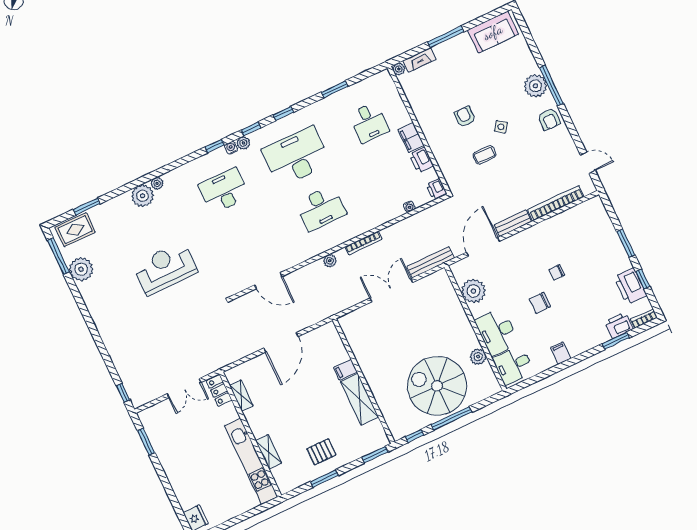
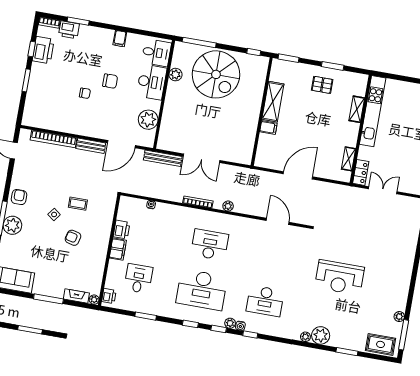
armchair: (465, 117) -> (73, 238), turned 104
printer: (436, 189) -> (109, 296), moved
window: (87, 207) -> (347, 352), moved
plant: (81, 269) -> (399, 317), width x0.53, depth x0.53
window: (452, 418) -> (199, 42), moved

